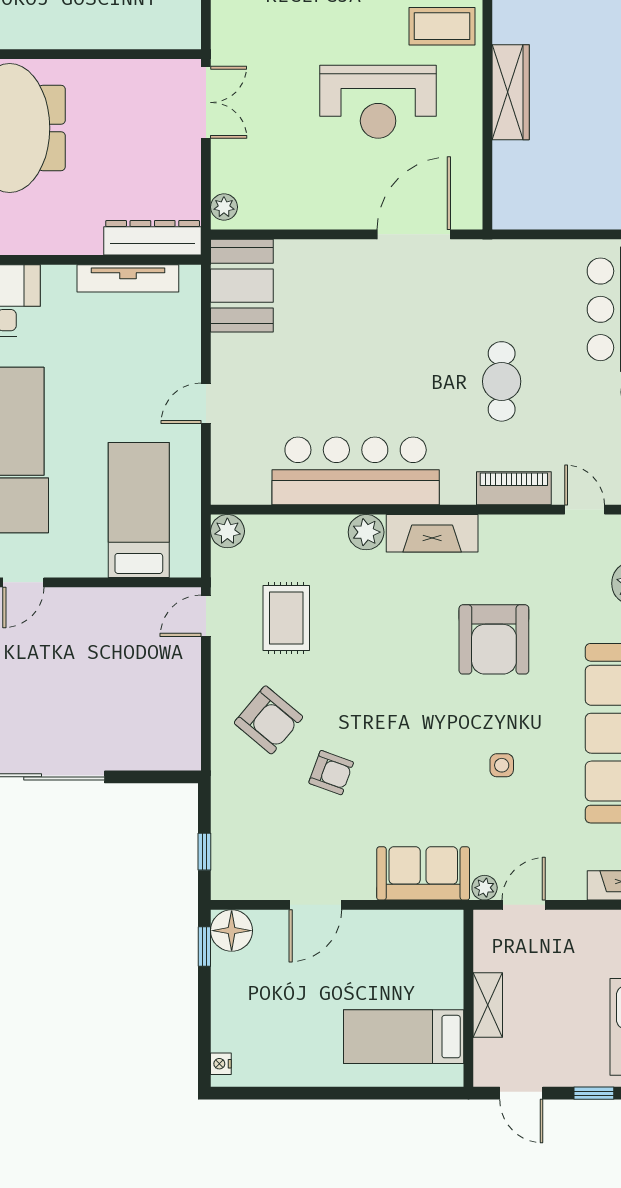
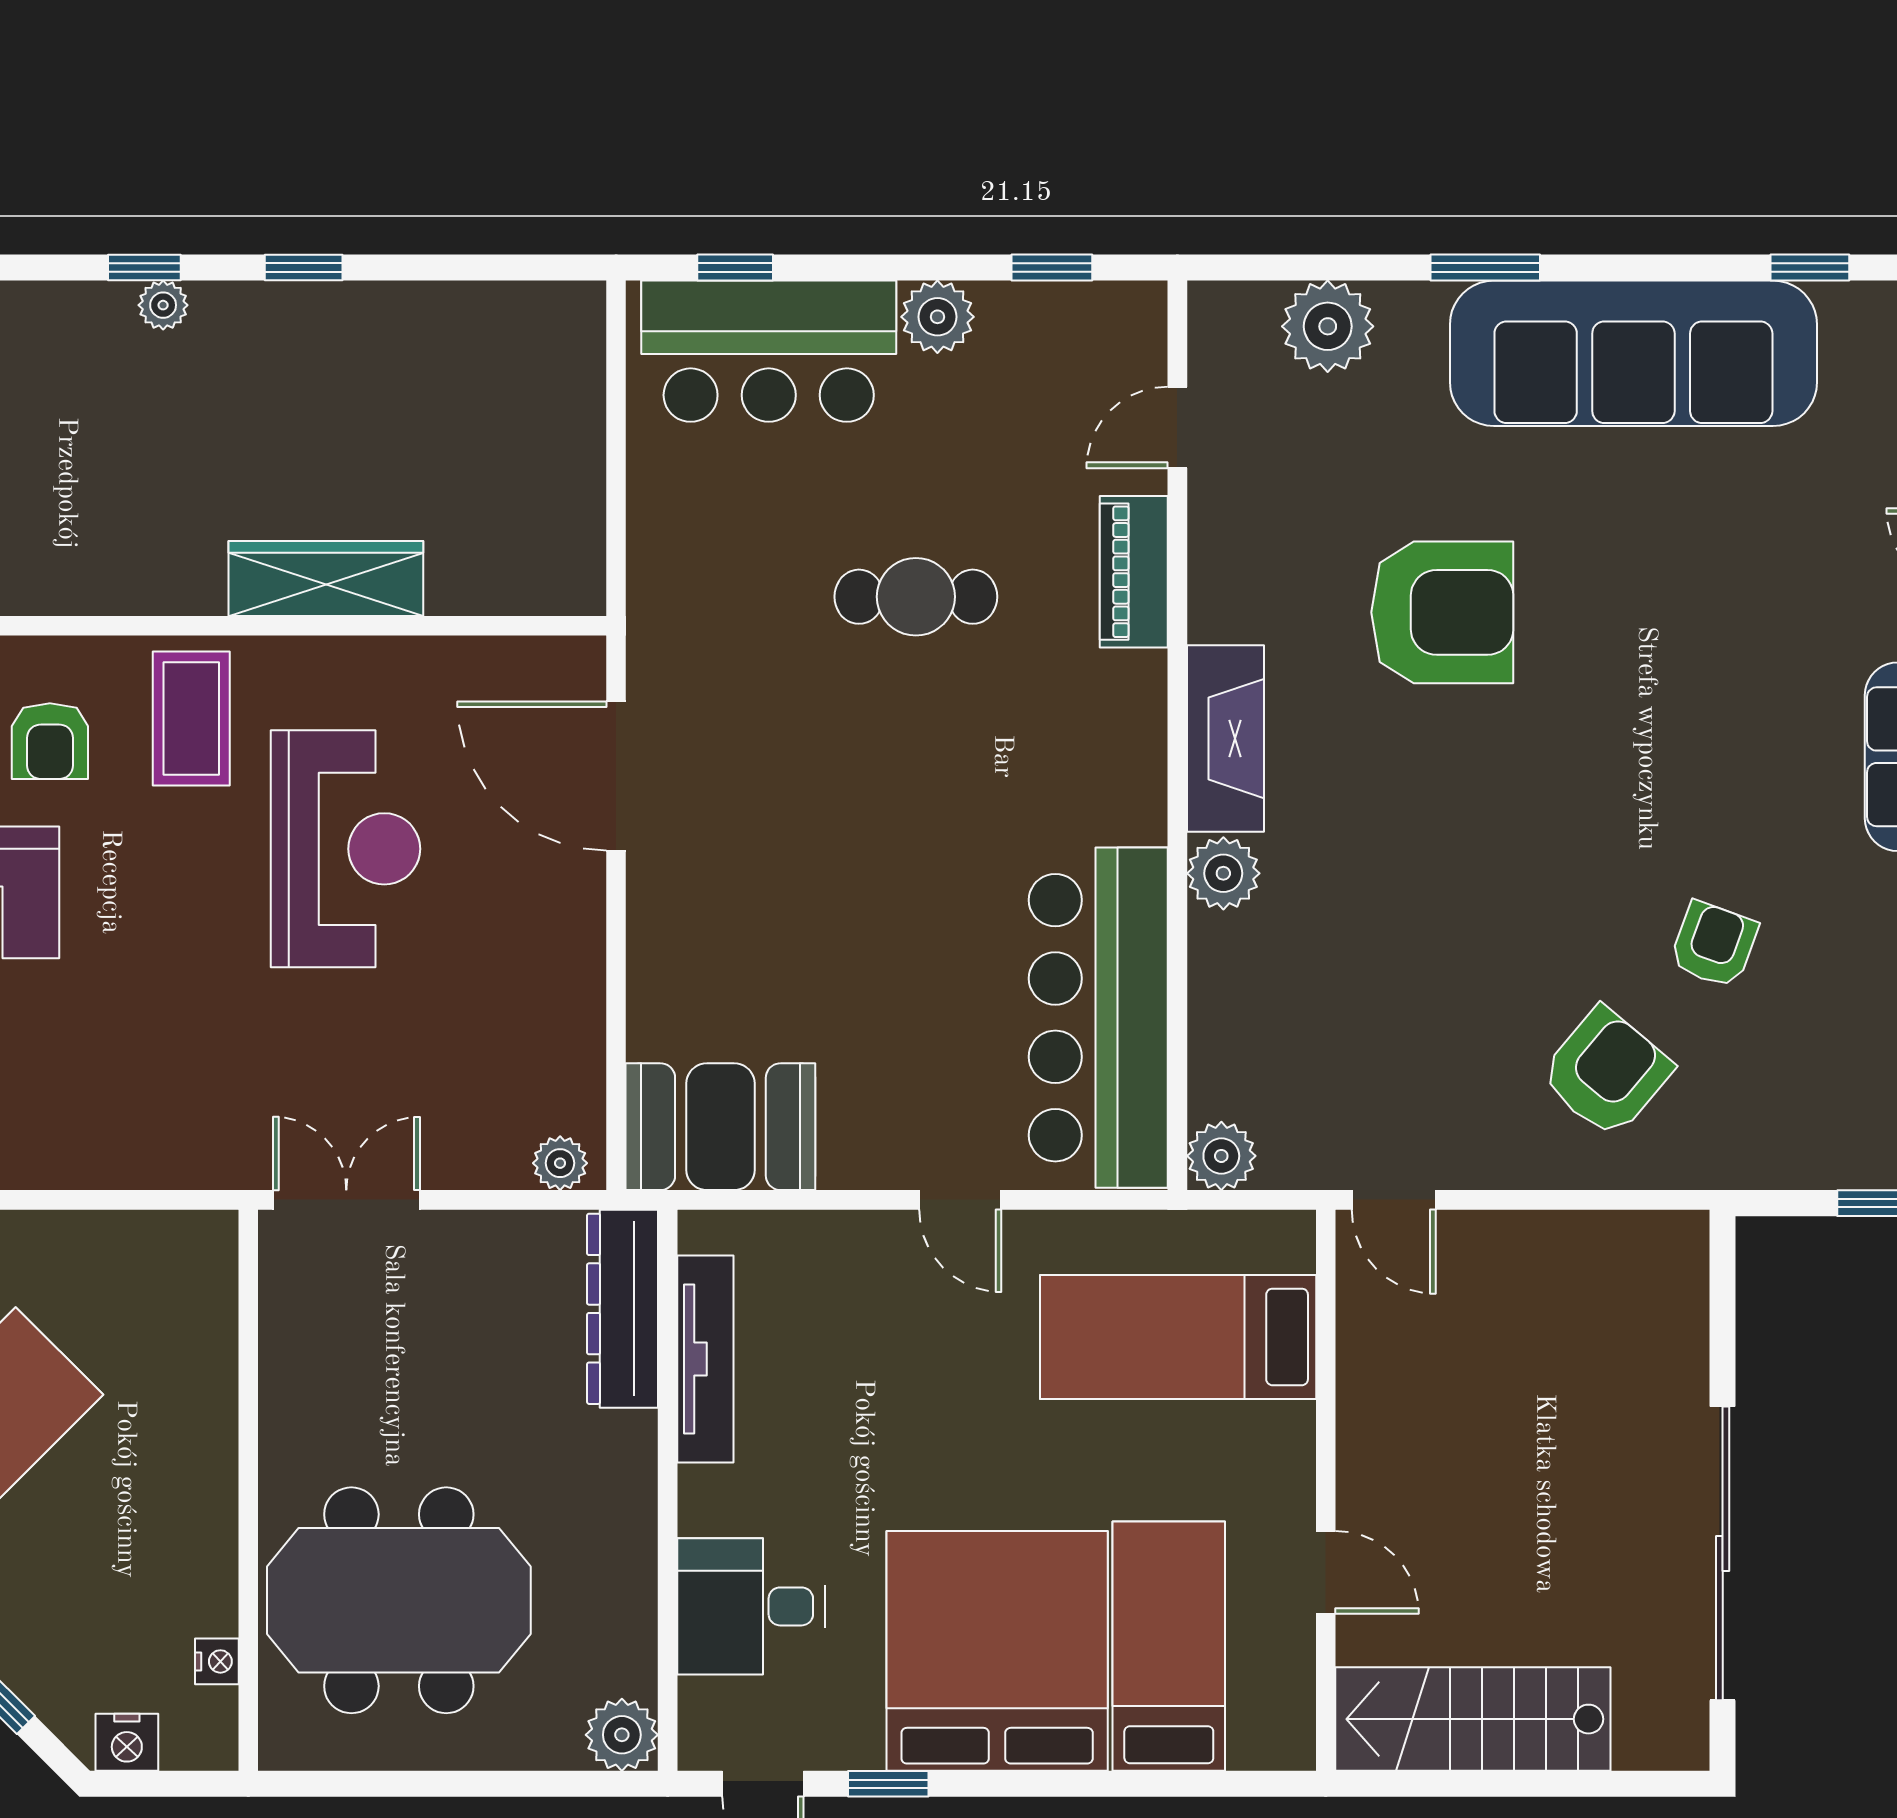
bar counter: (356, 471) -> (1098, 1018), moved
rug: (286, 618) -> (1398, 1036), removed
side table: (502, 765) -> (1699, 597), removed

